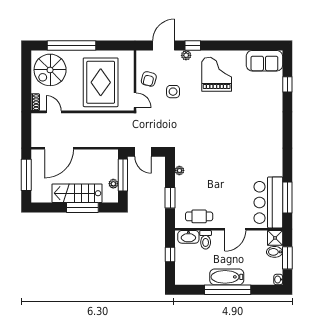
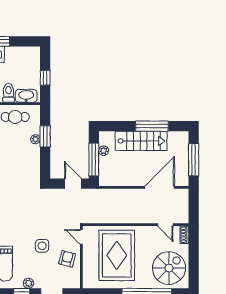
plant: (179, 170) -> (35, 139), moved
window: (82, 207) -> (152, 126), moved

